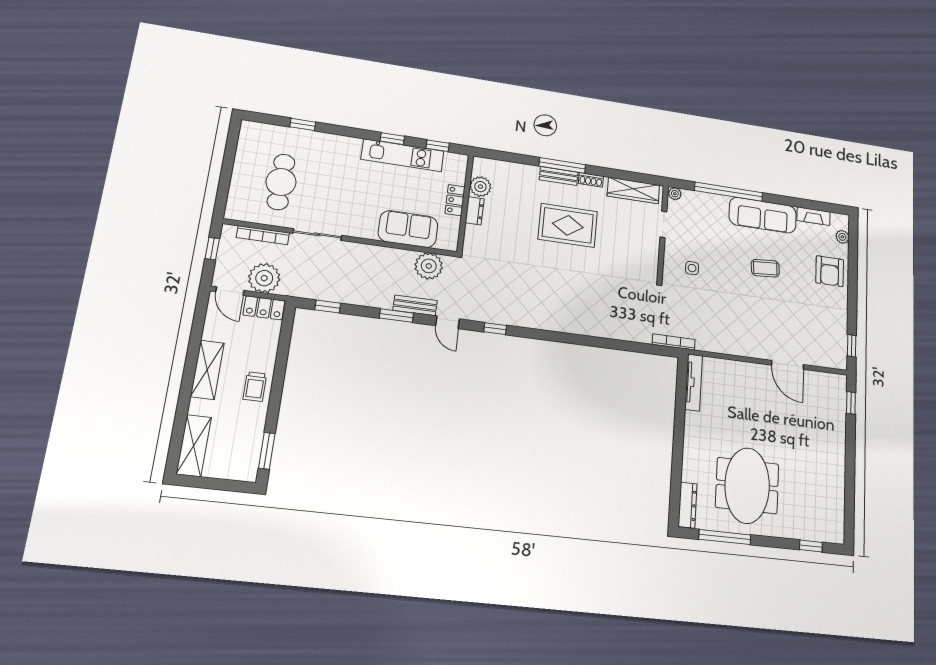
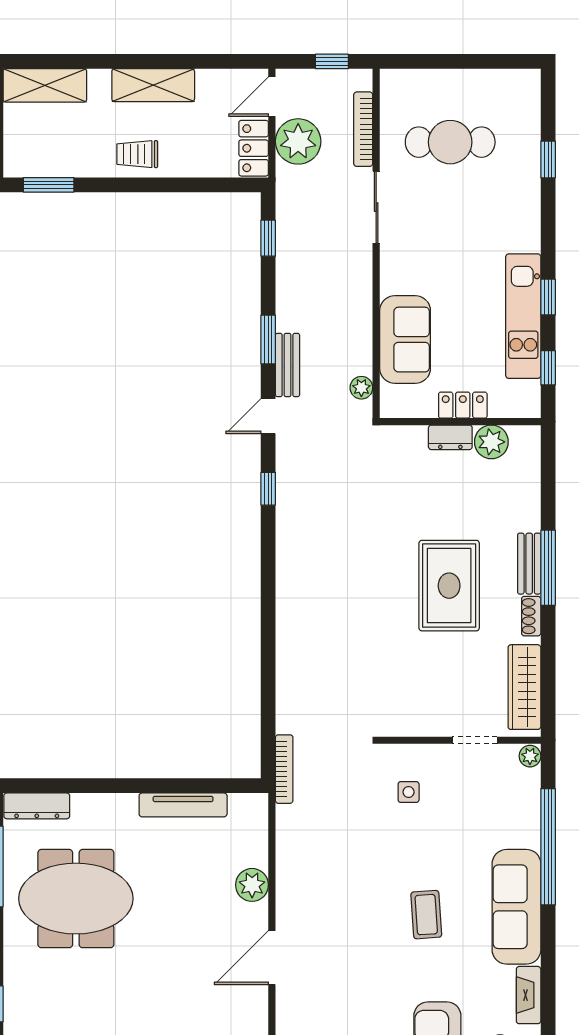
plant: (429, 266) -> (361, 388), width x0.53, depth x0.53
plant: (743, 371) -> (252, 885), added
tv unit: (694, 382) -> (183, 805), moved

